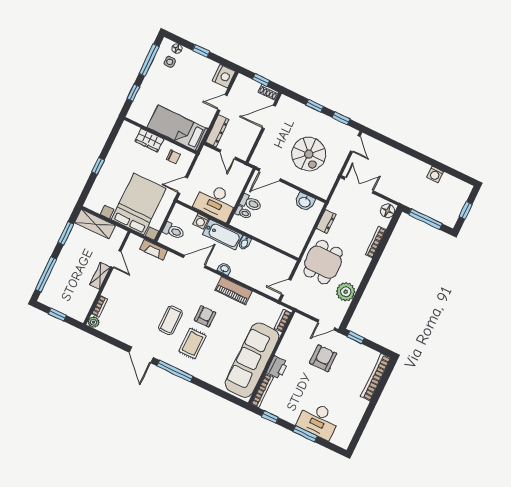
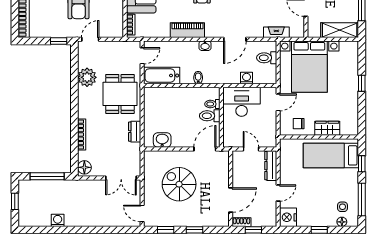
bed: (177, 128) -> (331, 155), moved, turned 180
bathtub: (222, 234) -> (162, 75), moved

